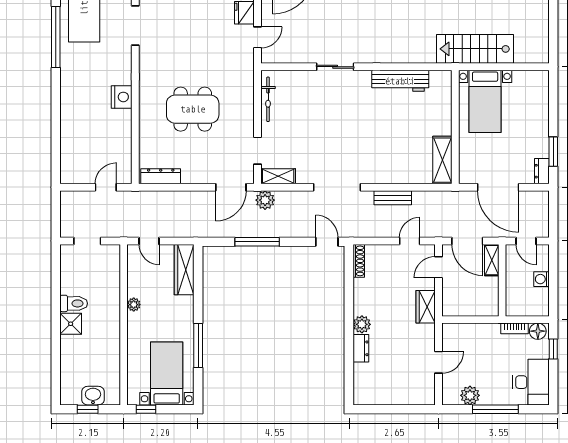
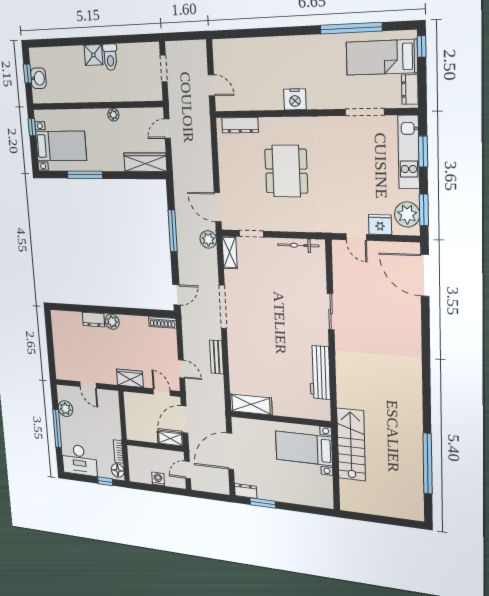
dresser: (161, 176) -> (240, 125), moved, turned 90

